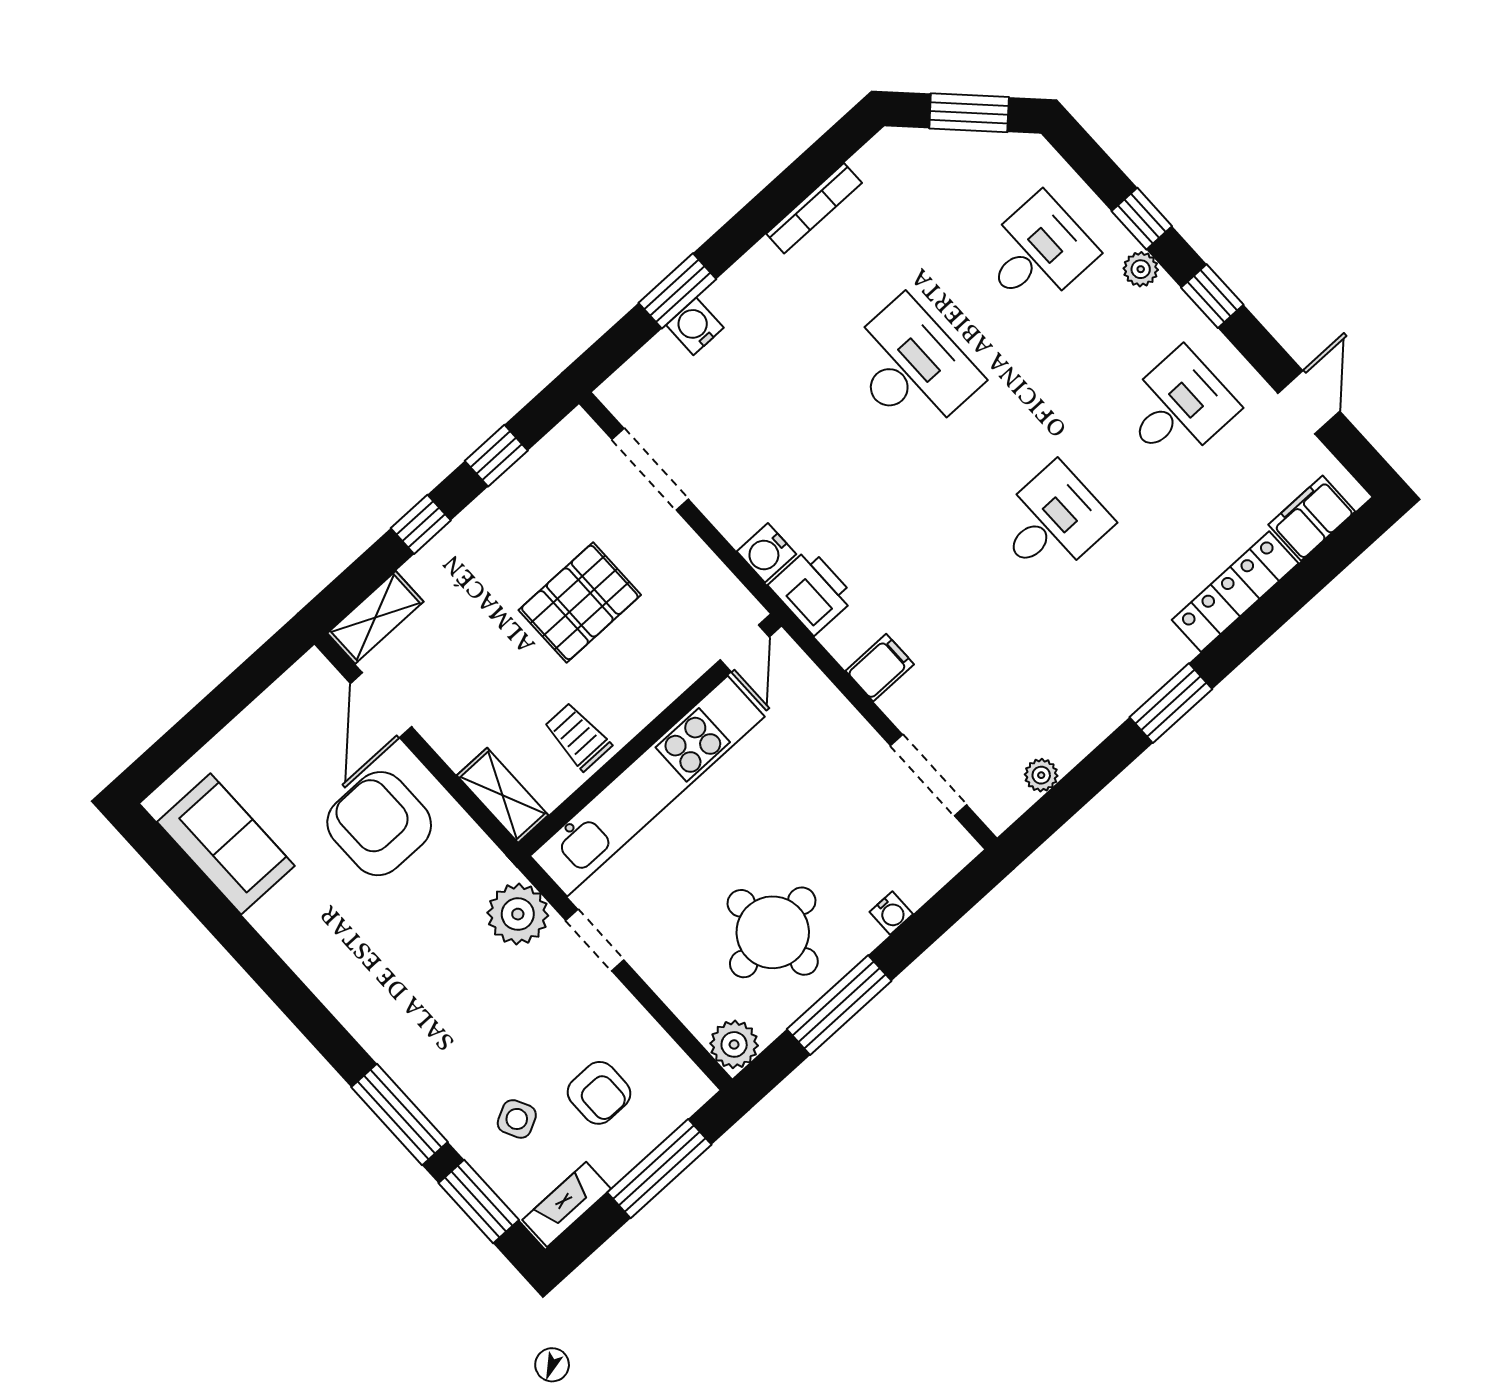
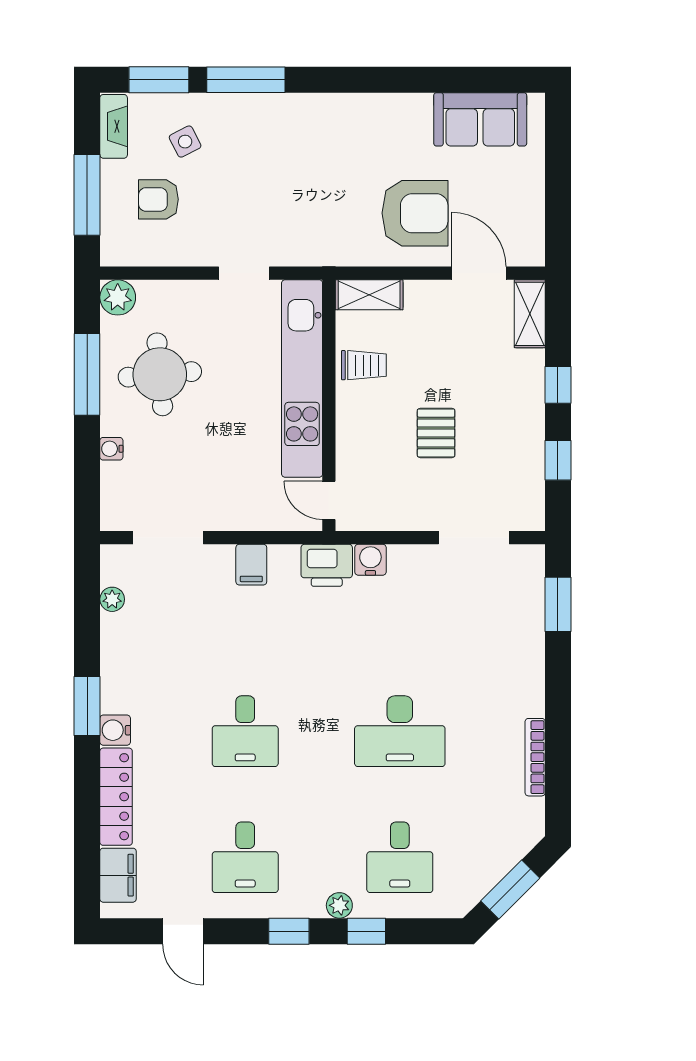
window: (677, 291) -> (558, 604), moved
water cooler: (695, 326) -> (115, 730), moved, turned 180
pallet: (580, 602) -> (436, 433), width x0.67, depth x0.71
plant: (518, 914) -> (297, 244), removed

